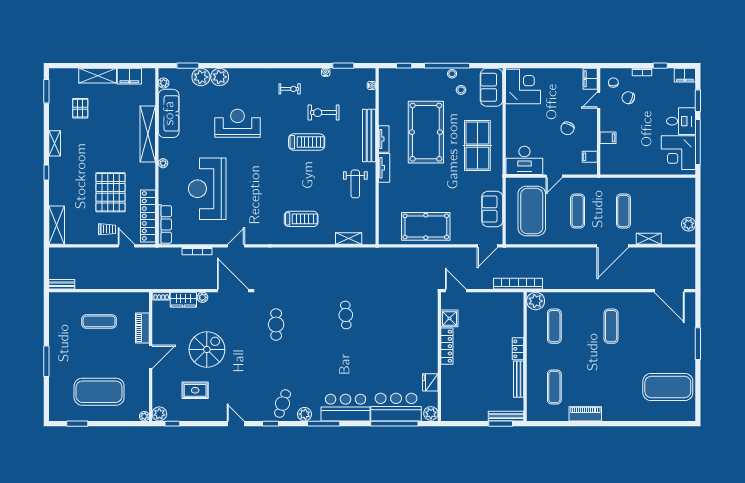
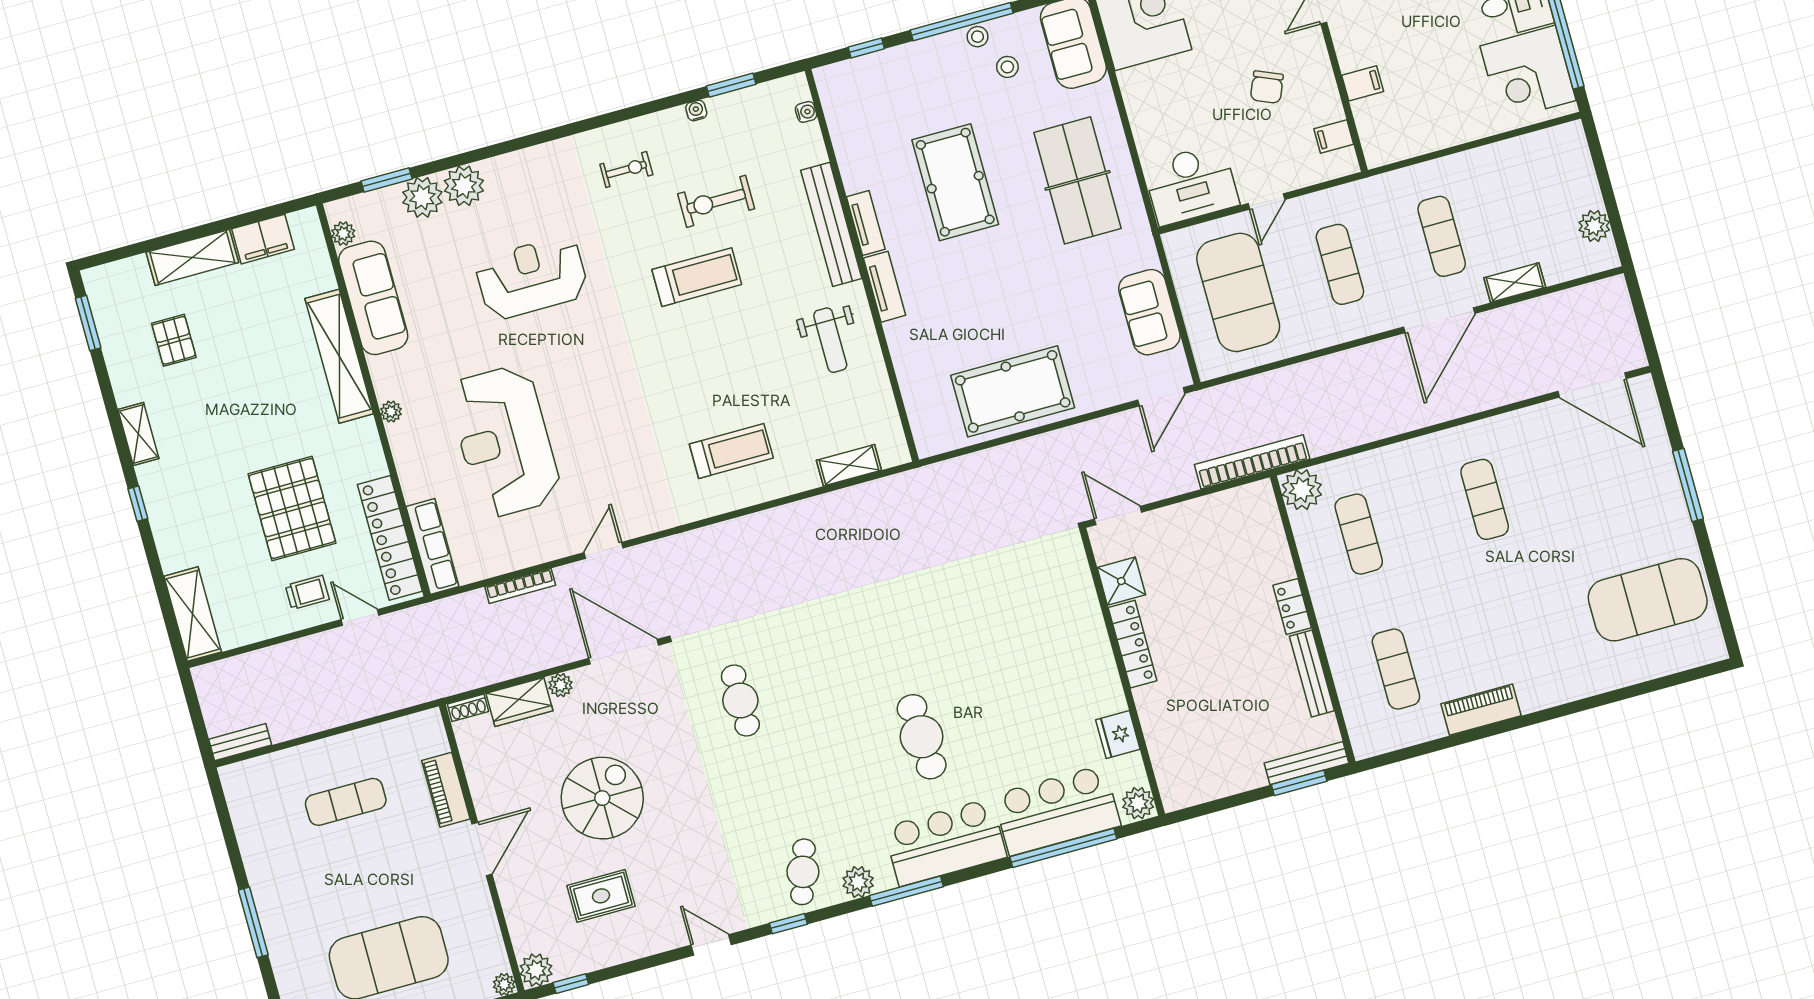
pool table: (426, 132) -> (955, 182), width x0.73, depth x0.76
cafe table: (346, 315) -> (922, 737), moved, width x1.37, depth x1.35

